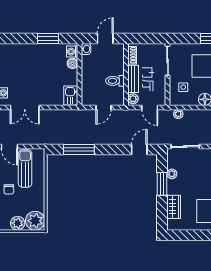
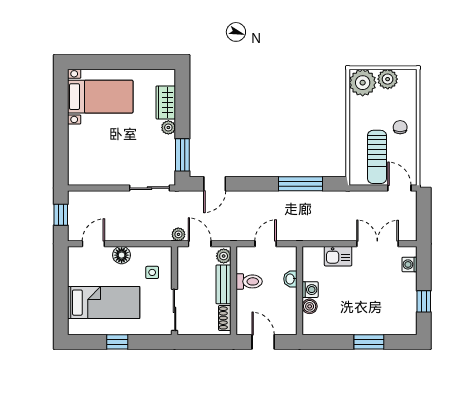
window: (48, 38) -> (369, 342), moved
door: (105, 38) -> (263, 342), swing flipped
washbasin: (86, 49) -> (290, 279), moved
washing machine: (72, 52) -> (310, 290), moved
kitchen sink: (71, 95) -> (338, 256), moved, turned 90
plant: (178, 114) -> (178, 234), moved
plant: (172, 174) -> (168, 127), moved
window: (162, 184) -> (182, 155), moved

